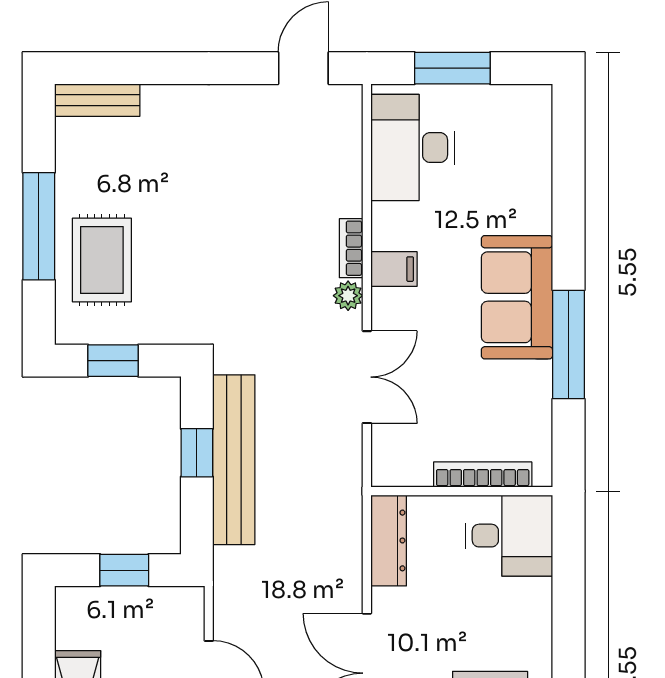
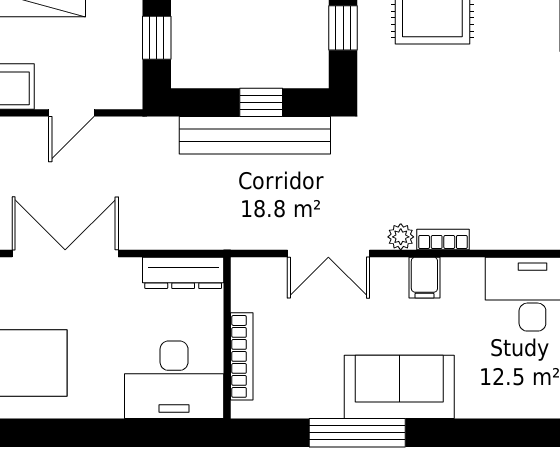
desk: (509, 536) -> (174, 380), width x1.37

